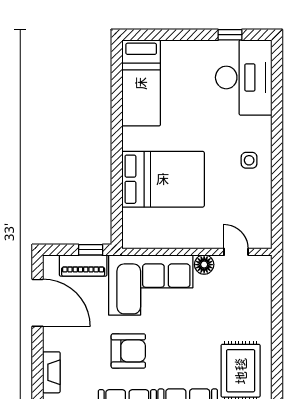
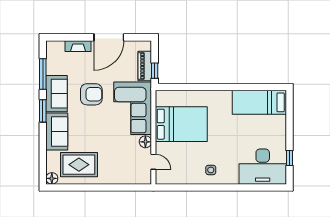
bed: (163, 179) -> (181, 124), moved, turned -90
door: (236, 252) -> (153, 162), hinge flipped
door: (38, 303) -> (109, 37), moved
armchair: (128, 351) -> (91, 94), turned -90

